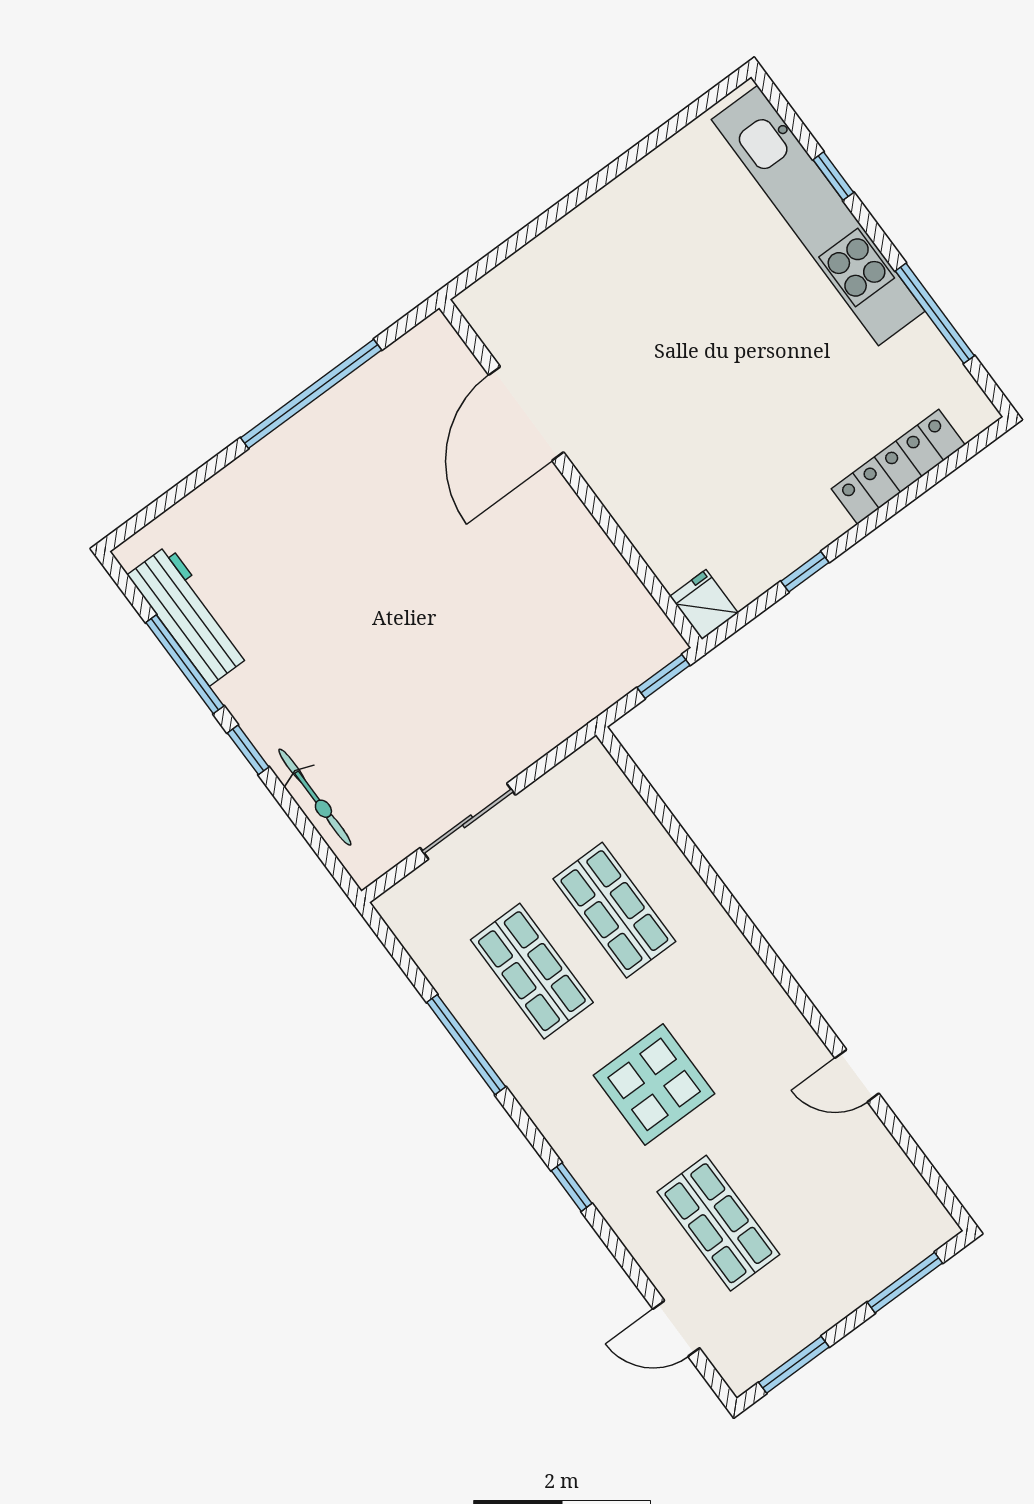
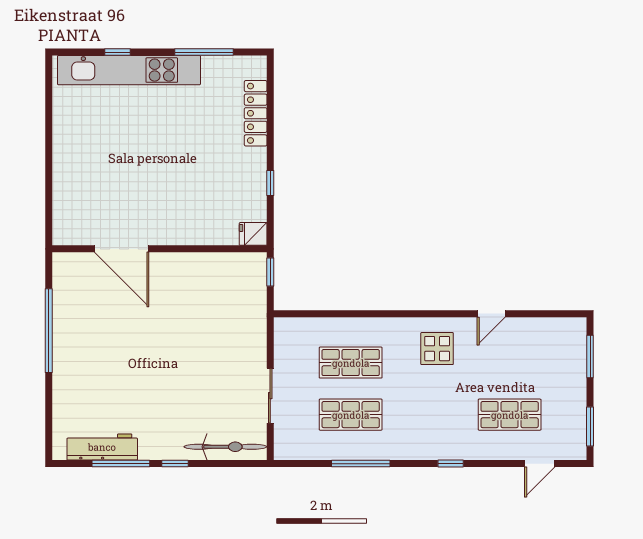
bicycle: (315, 797) -> (225, 447), width x1.37, depth x1.40
display table: (654, 1084) -> (437, 349), moved, width x0.73, depth x0.73

